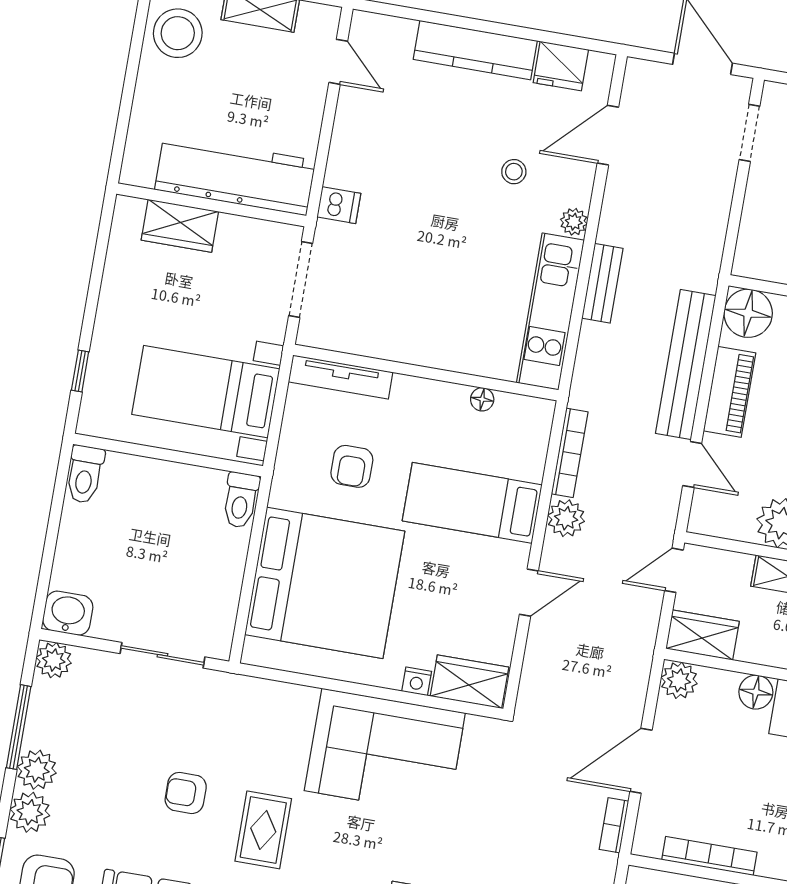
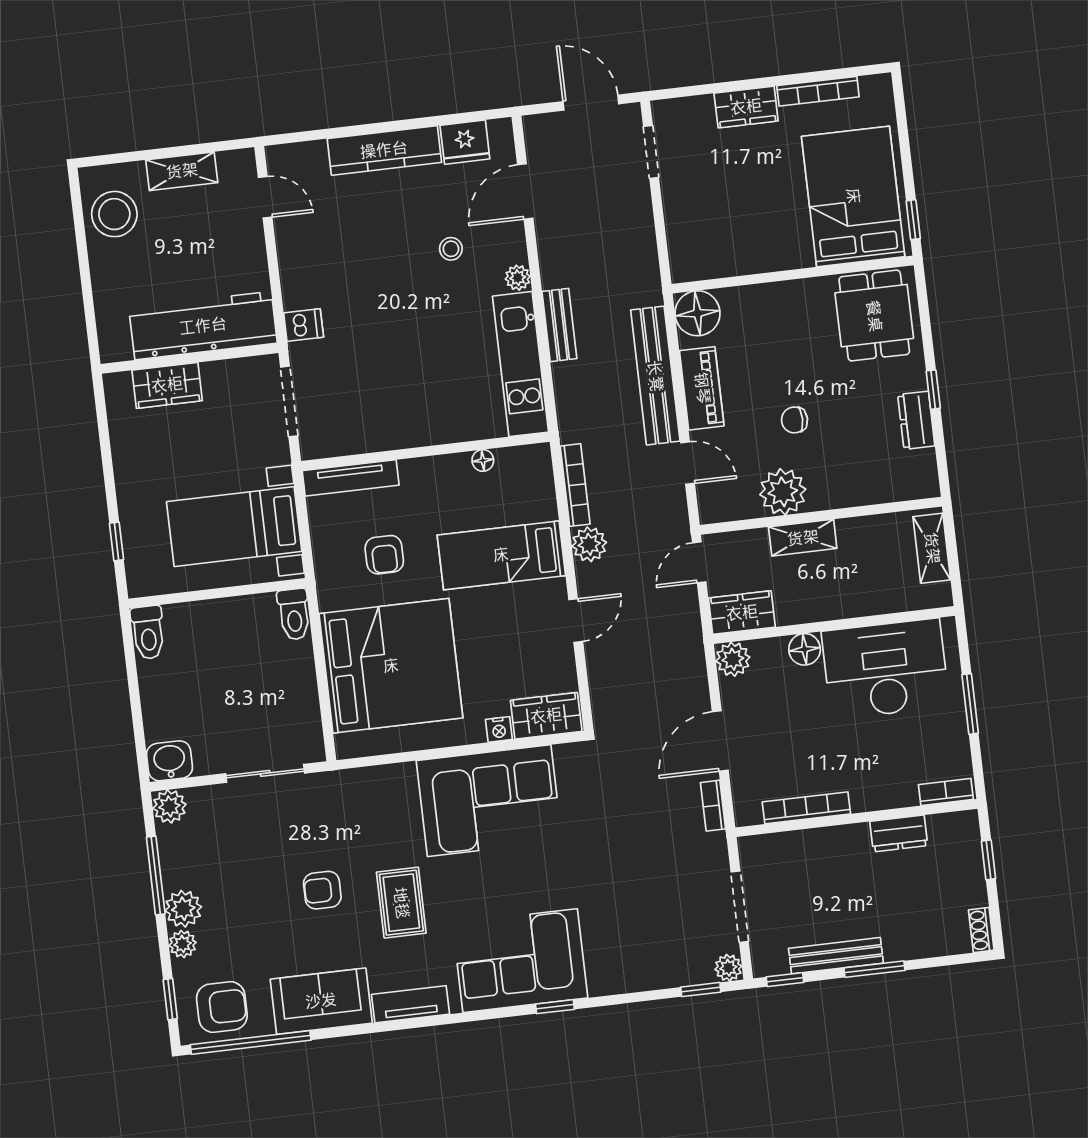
plant: (30, 812) -> (183, 944), width x0.73, depth x0.73

